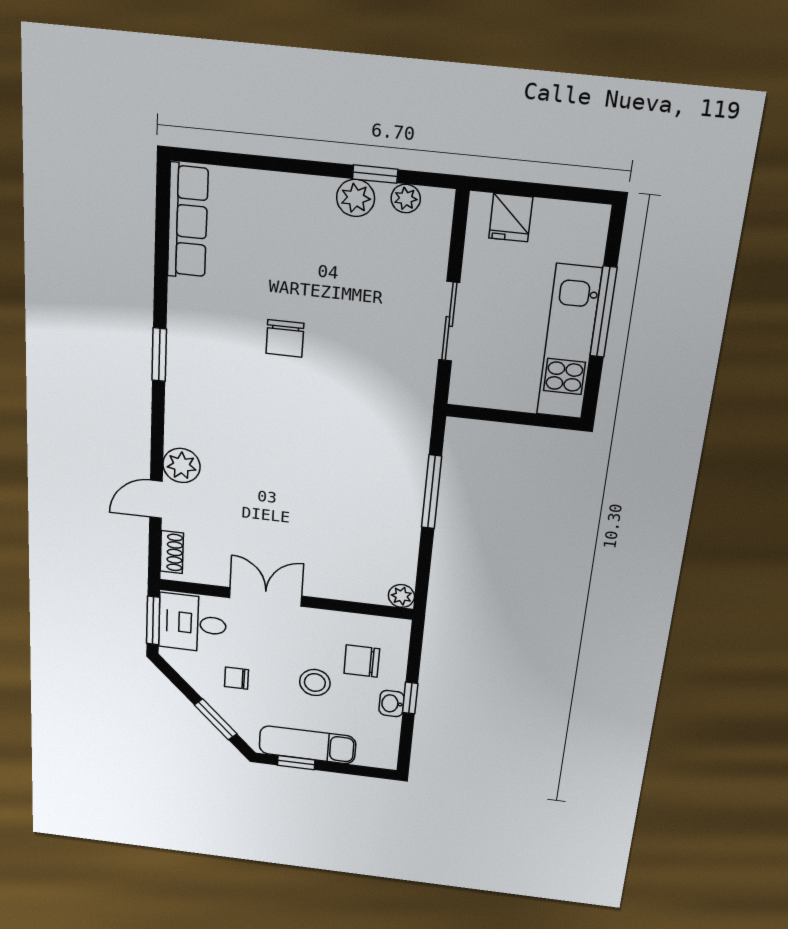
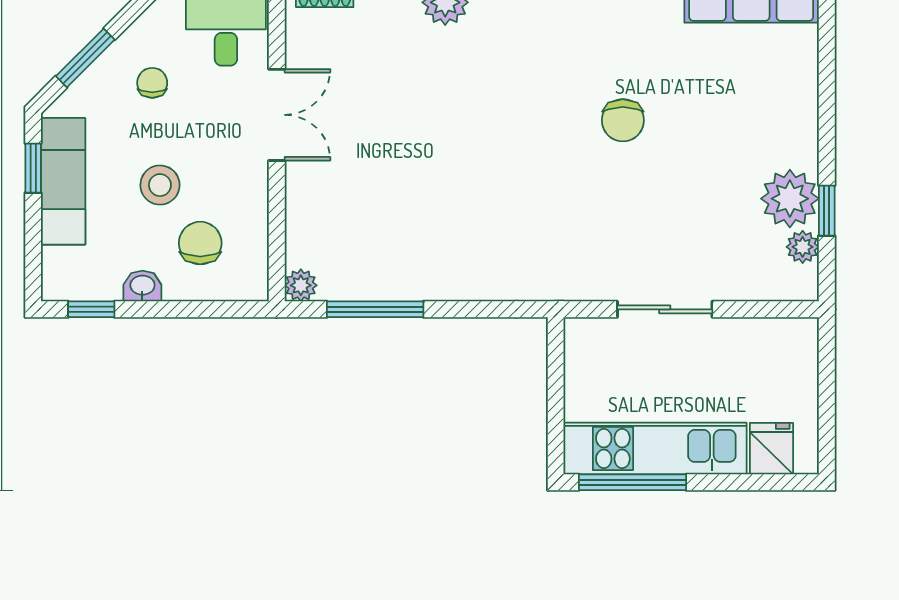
plant: (356, 198) -> (790, 199), width x1.36, depth x1.36
fridge: (511, 218) -> (771, 449), moved, turned 90
window: (603, 312) -> (633, 482), moved
chair: (285, 338) -> (623, 120), turned -90
window: (432, 492) -> (375, 309), moved
window: (410, 698) -> (91, 309), moved

